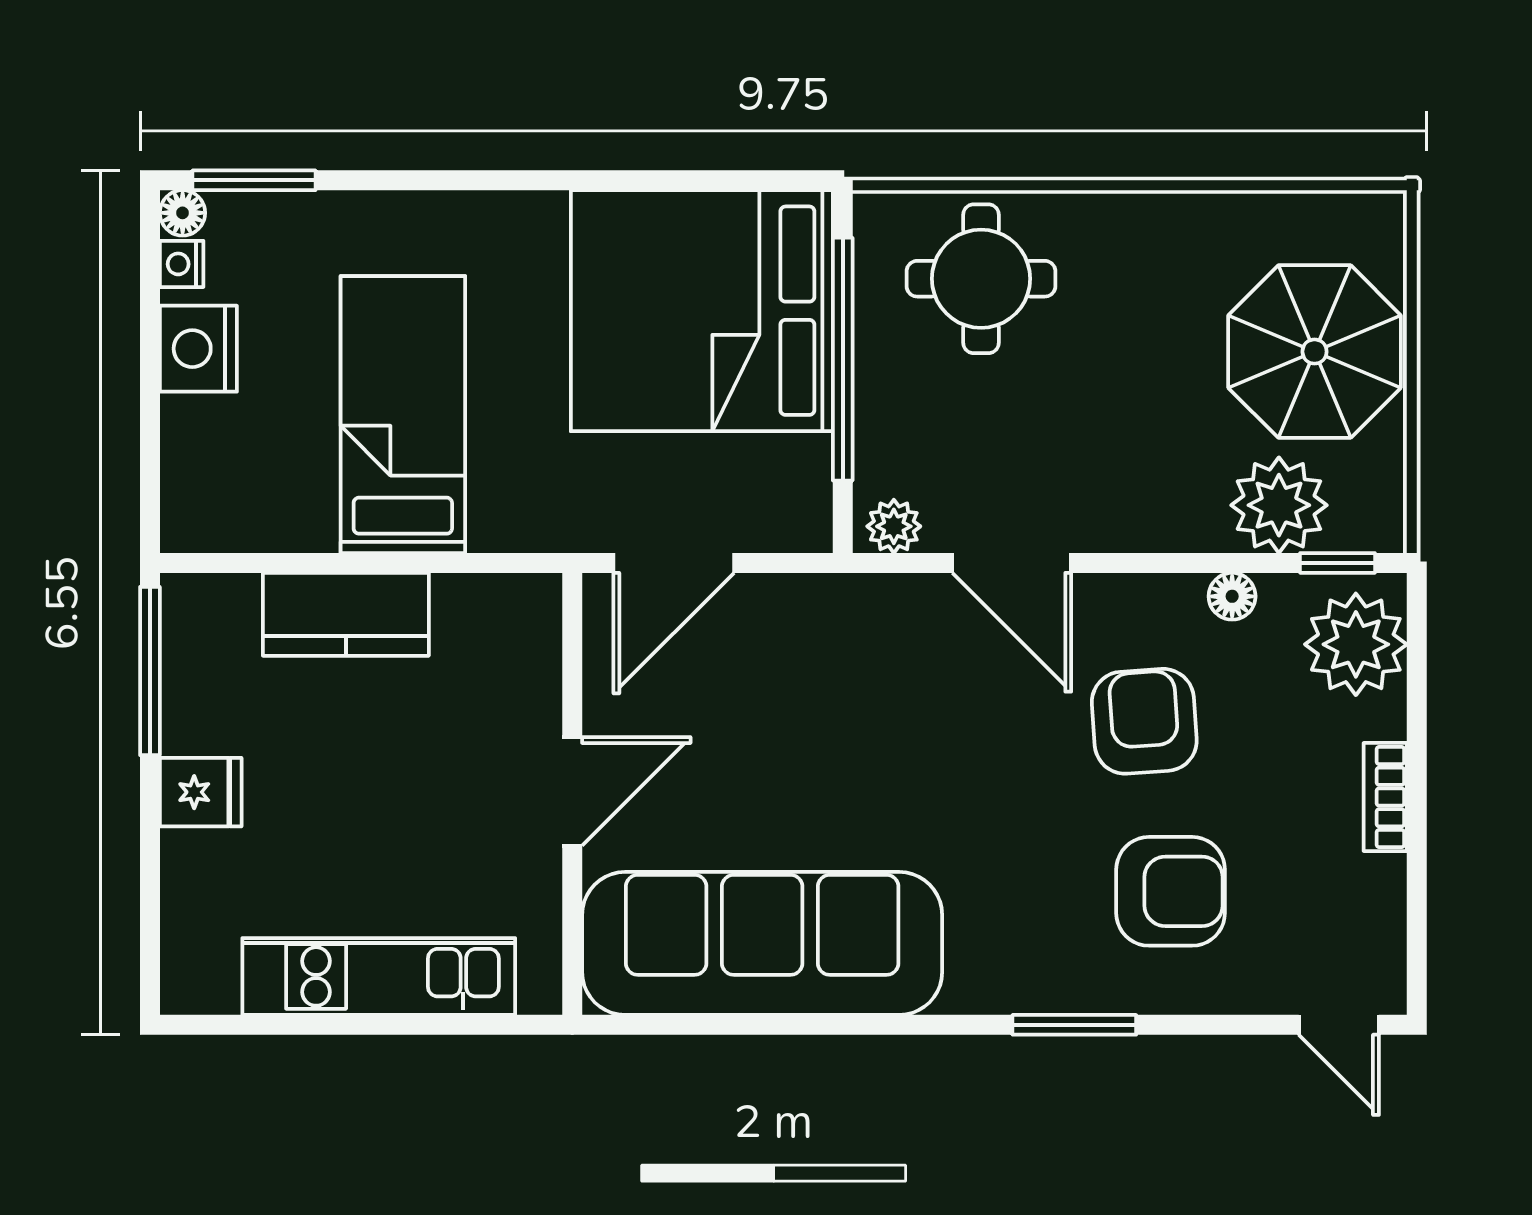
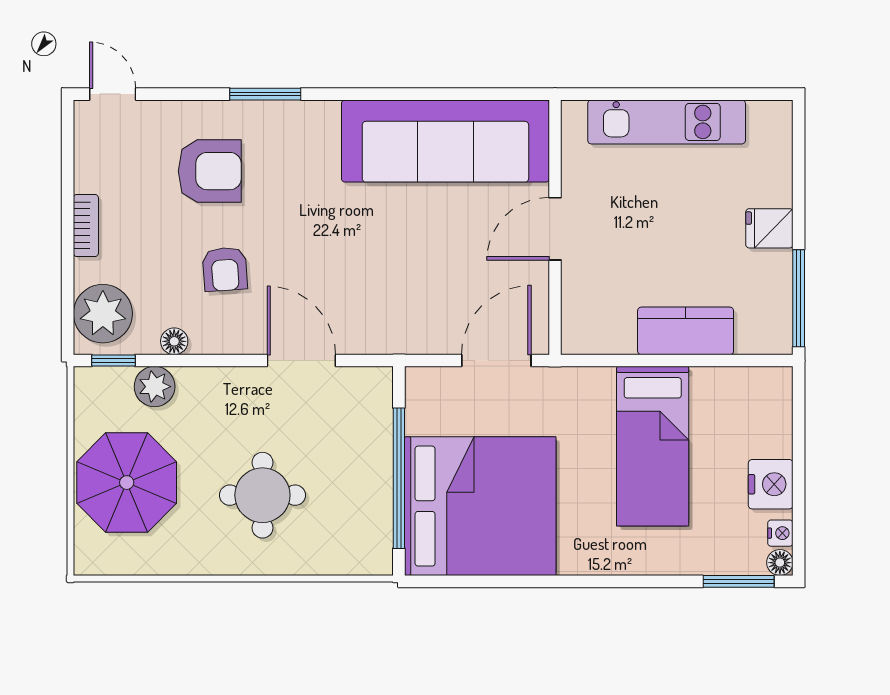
round table: (981, 279) -> (262, 495), moved
plant: (1279, 505) -> (155, 387), width x0.73, depth x0.73
plant: (894, 526) -> (369, 382), removed
armchair: (1144, 721) -> (225, 269), width x0.72, depth x0.72
armchair: (1171, 891) -> (210, 171), turned 180

